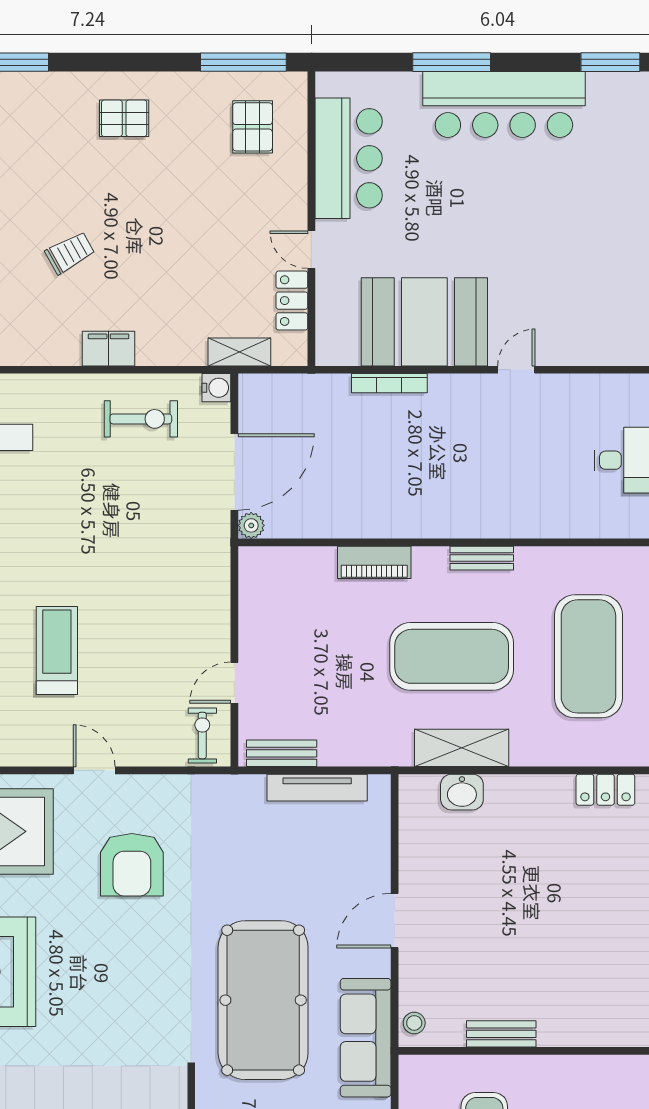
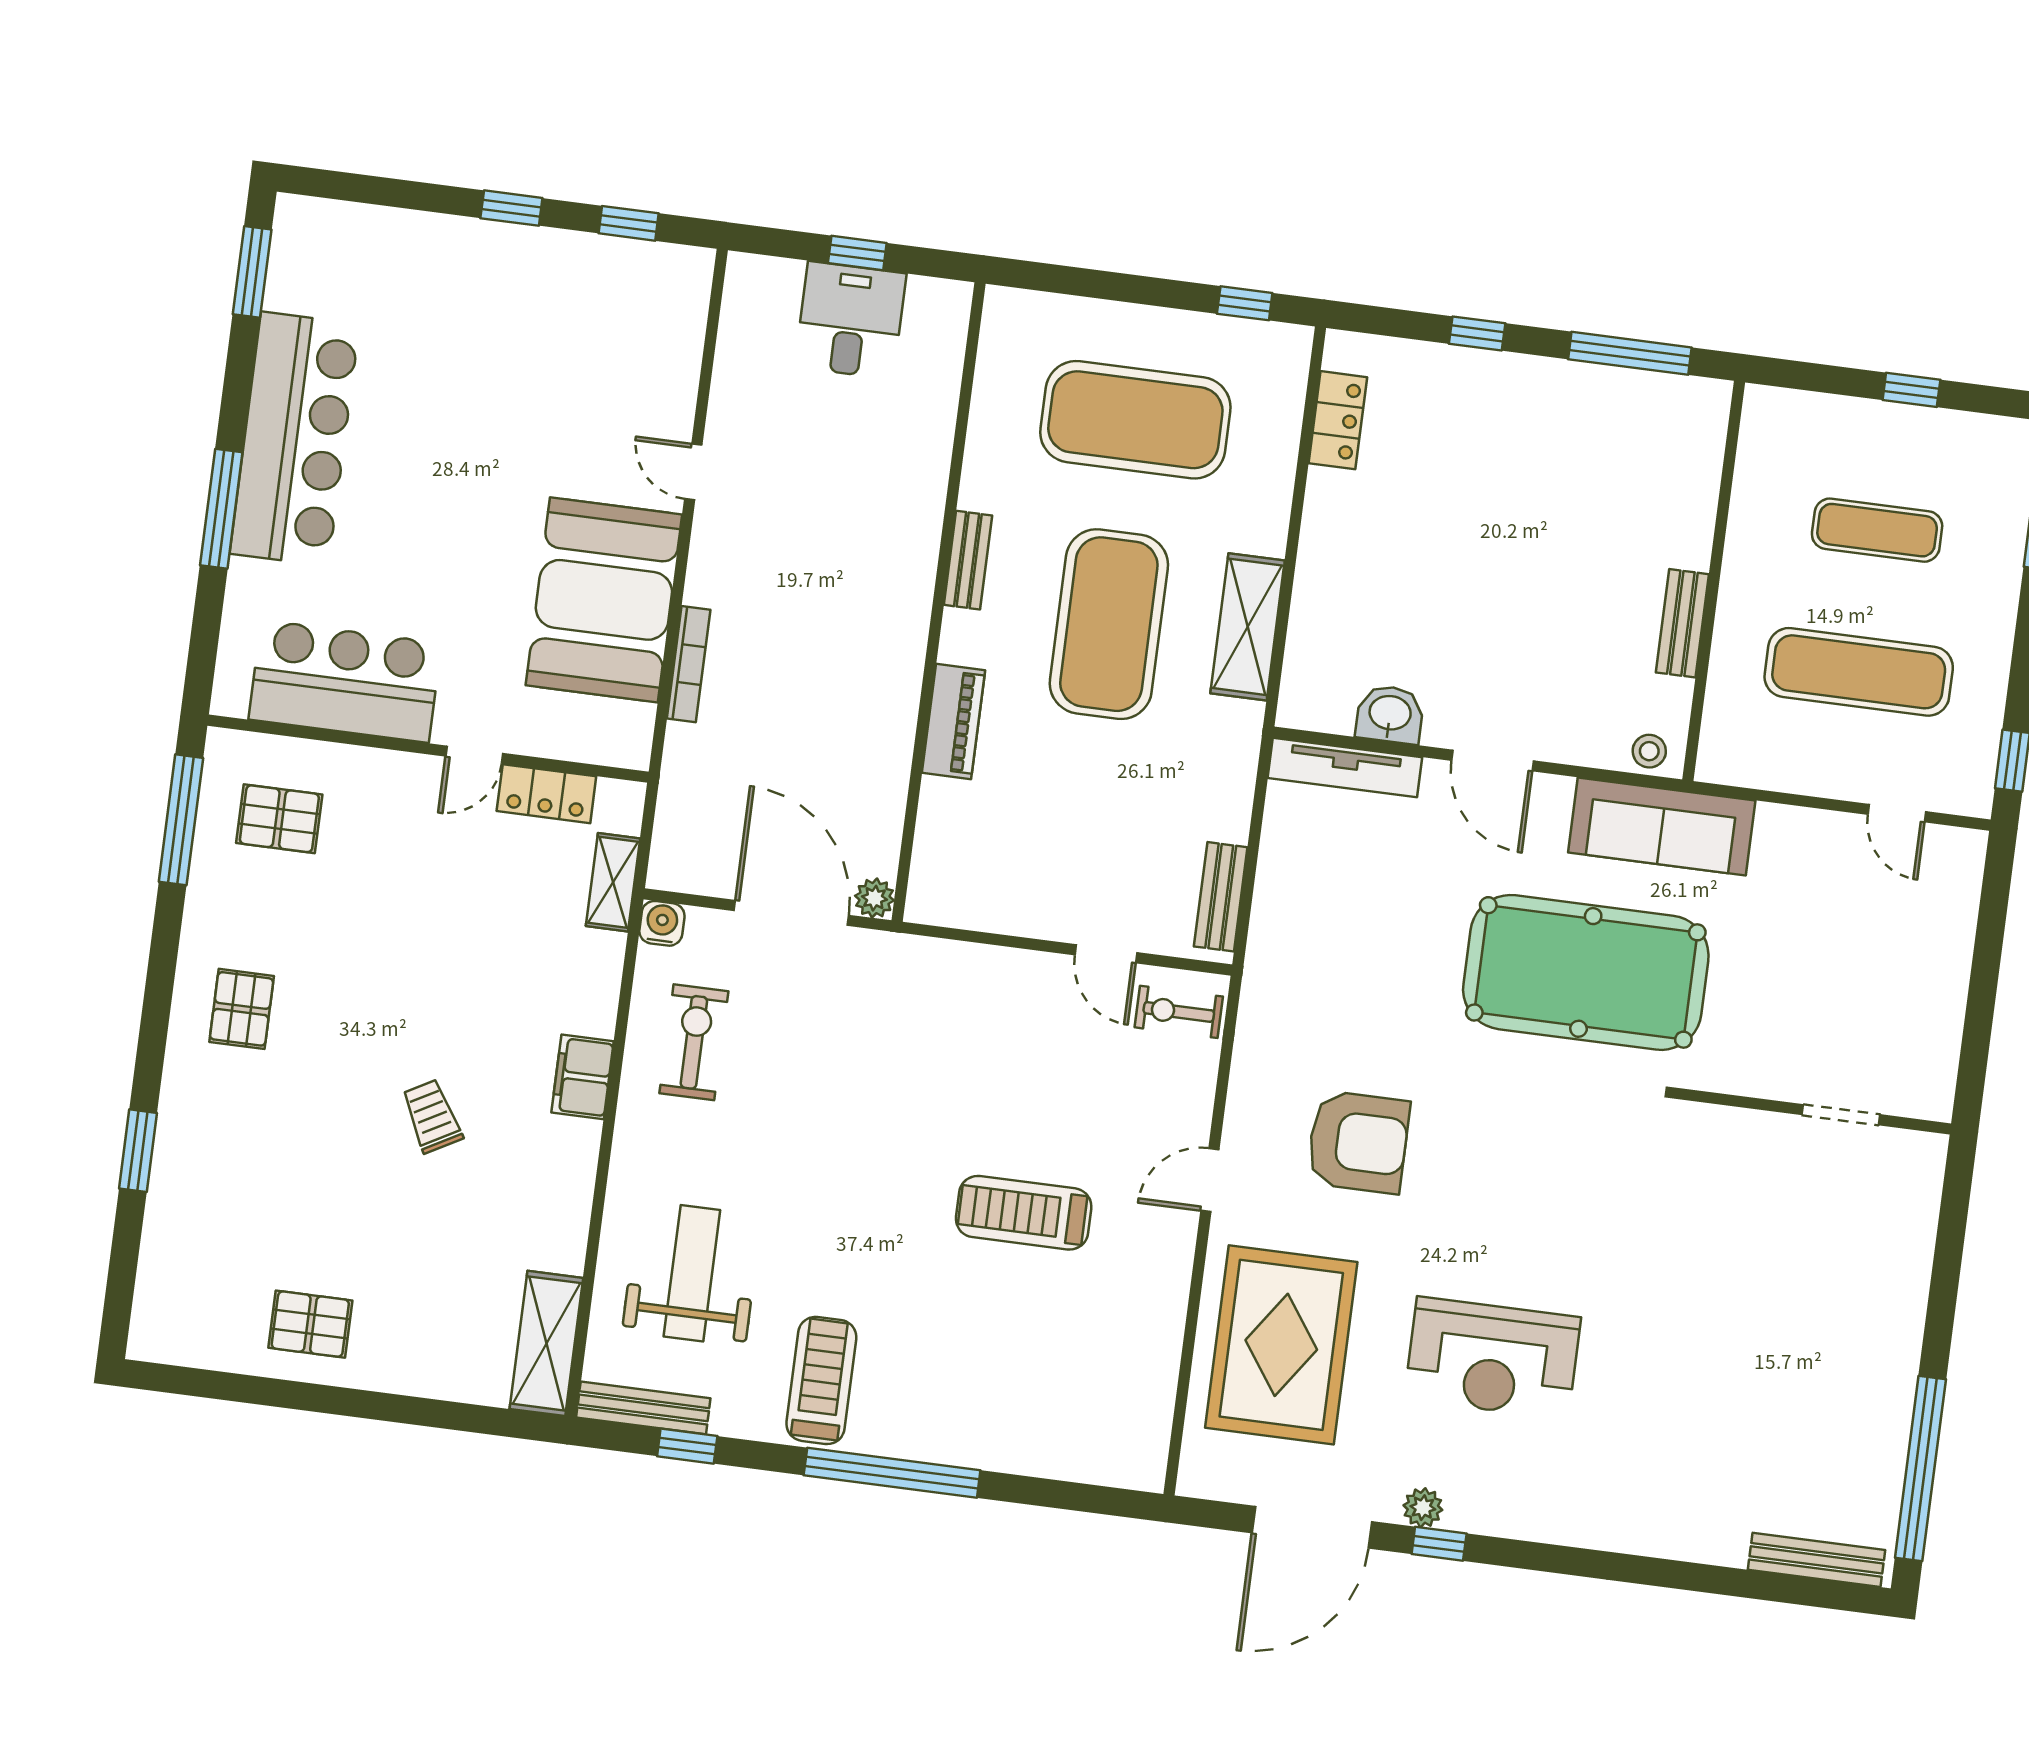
tv unit: (317, 788) -> (1345, 768), moved, turned 90
washbasin: (462, 792) -> (1390, 714), moved, turned -90

